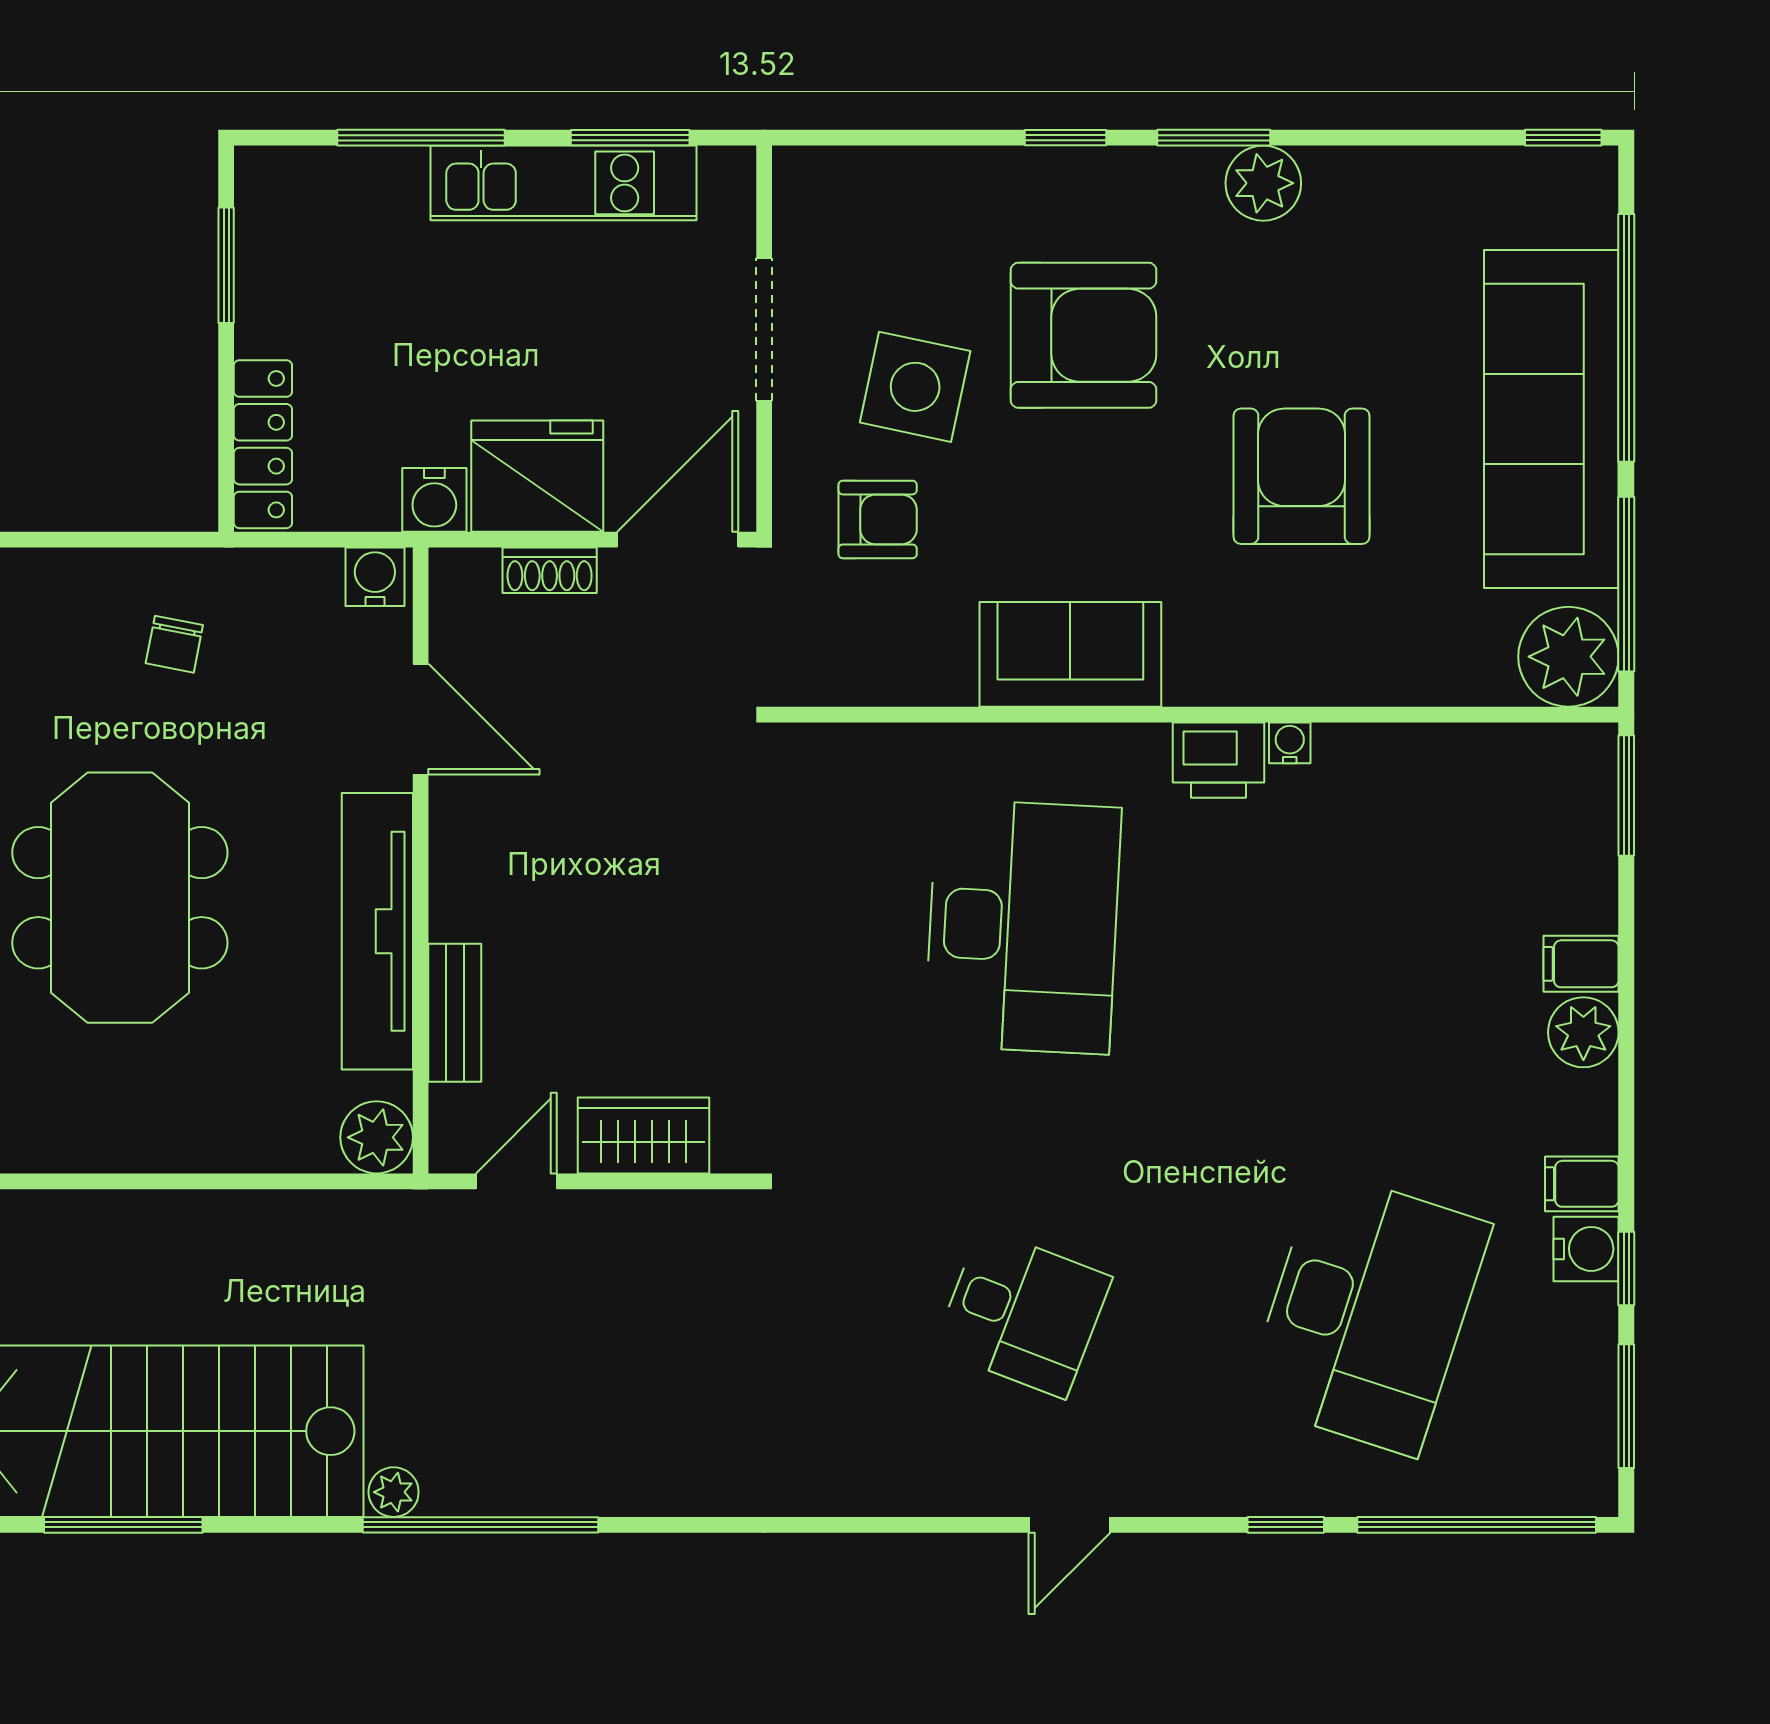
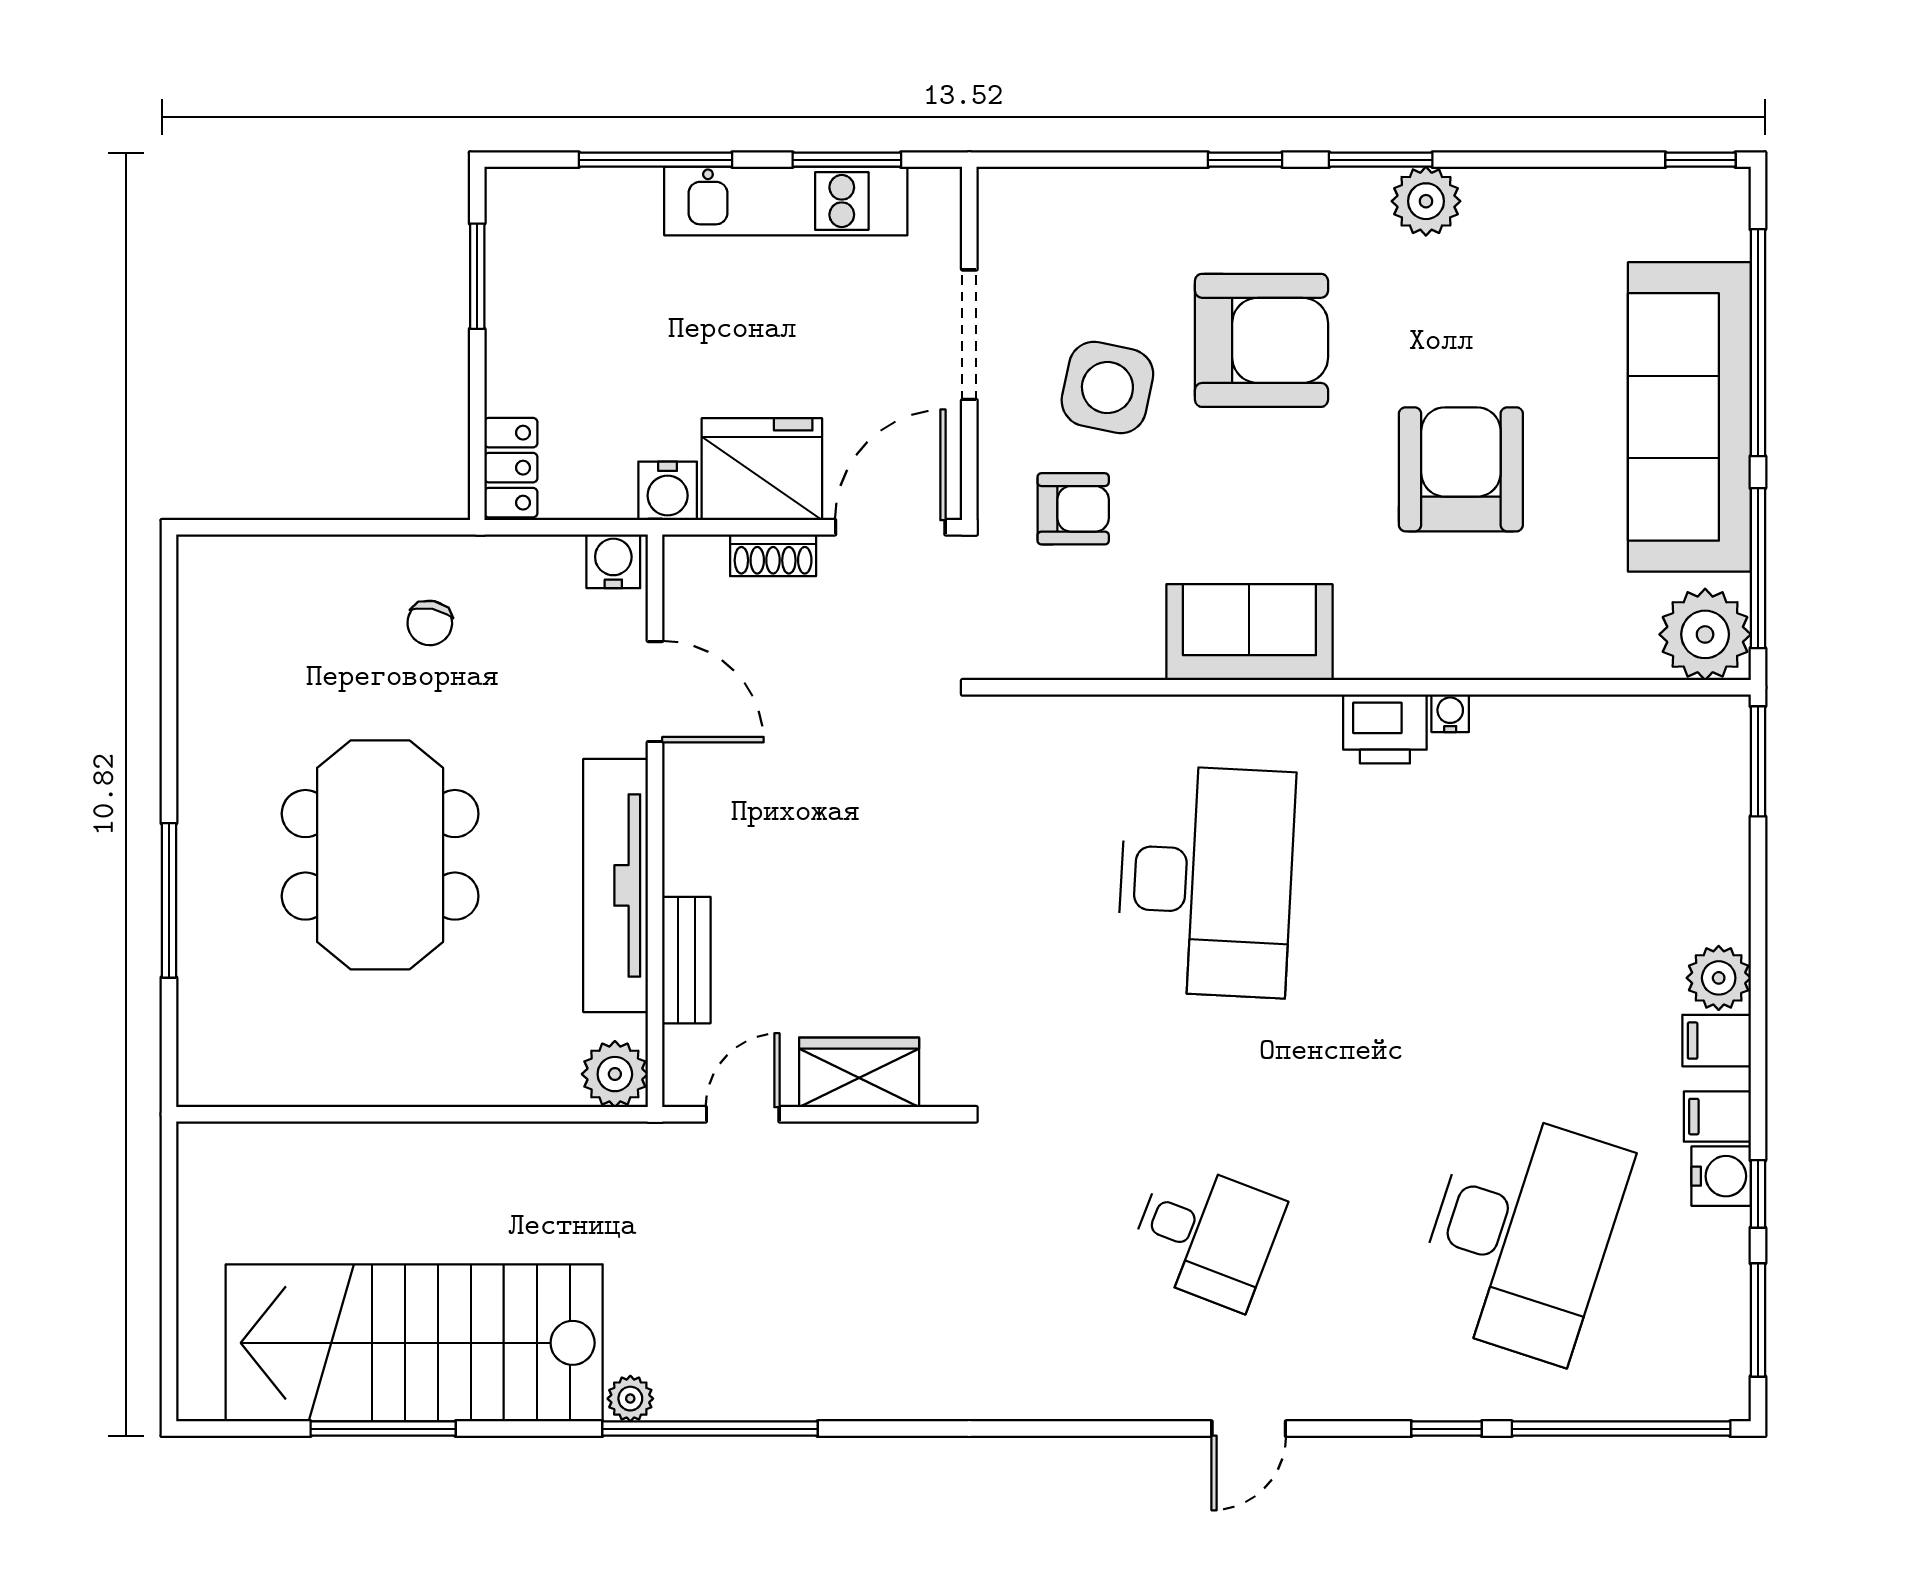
locker: (263, 444) -> (511, 468), width x0.66
filing cabinet: (1581, 964) -> (1717, 1041), moved

